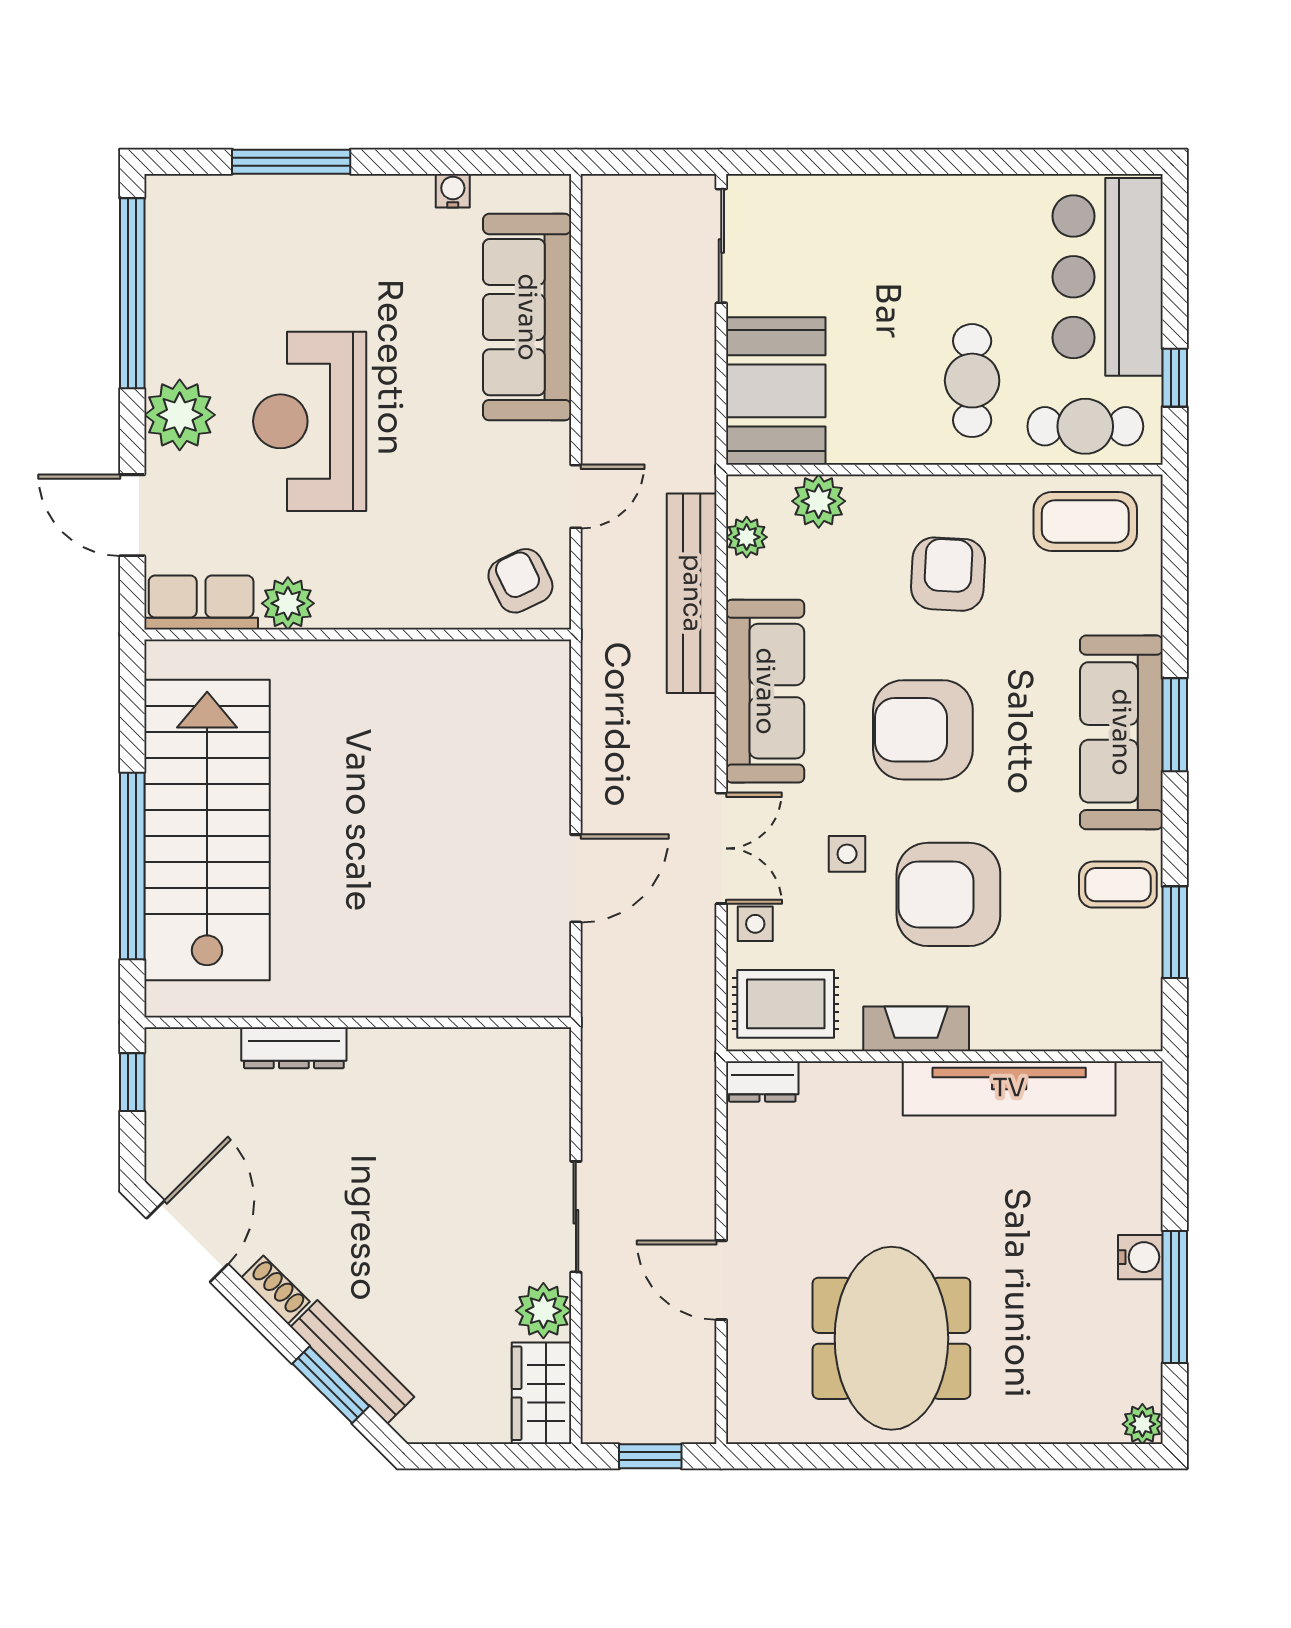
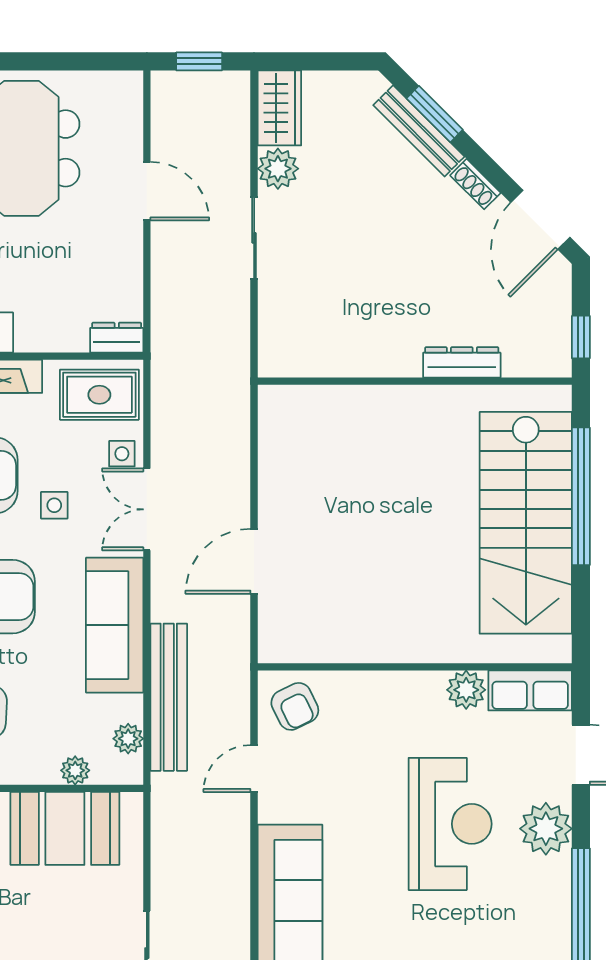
booth: (776, 391) -> (65, 828), moved, turned 90
plant: (819, 501) -> (75, 770), width x0.73, depth x0.73
door: (576, 878) -> (254, 561), moved

